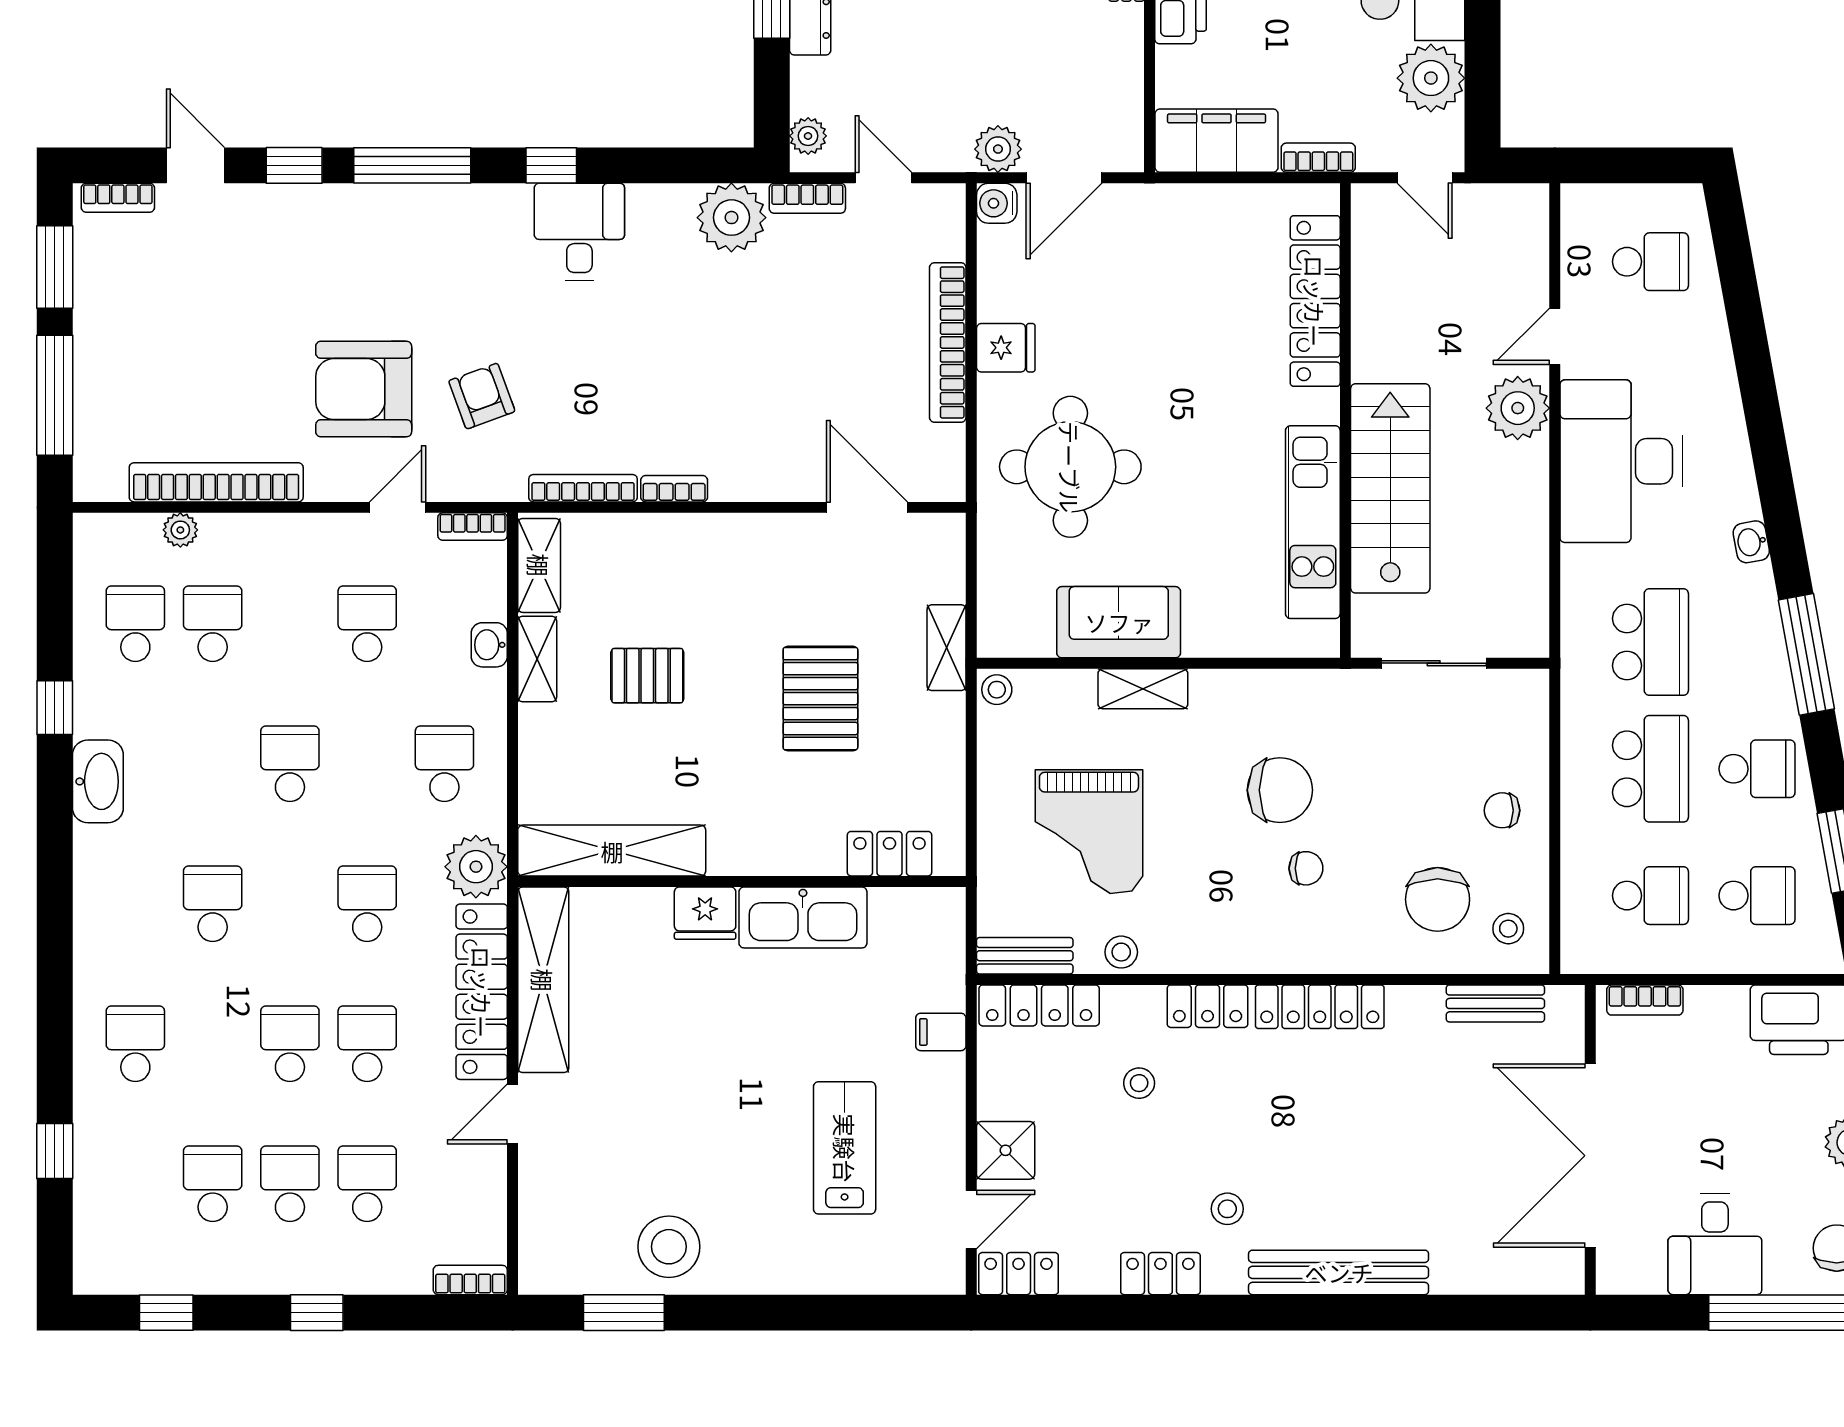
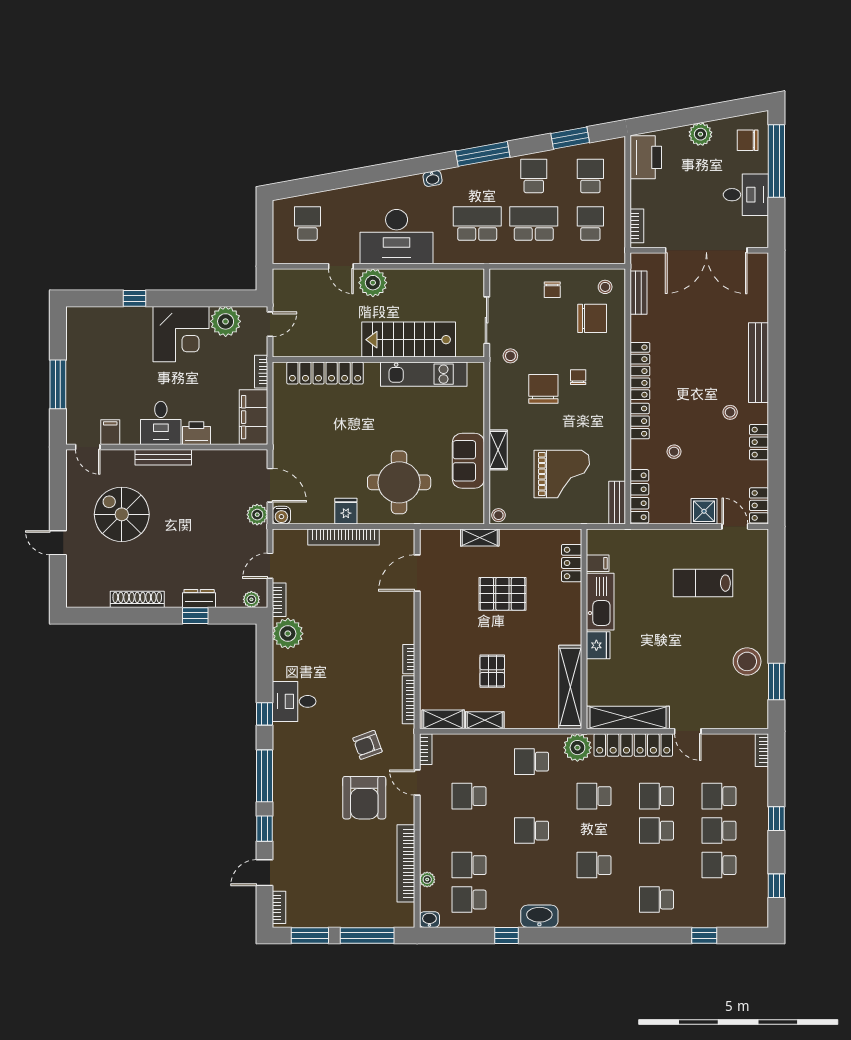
washbasin: (489, 645) -> (429, 920), moved, turned 180
stool: (1121, 952) -> (510, 356), moved
filing cabinet: (941, 1032) -> (598, 563), moved, turned -90

